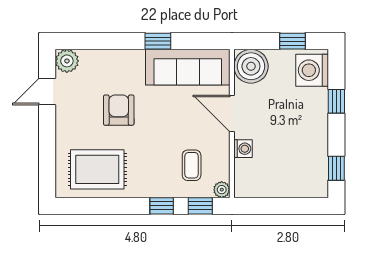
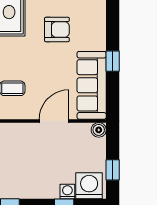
boiler: (251, 66) -> (99, 130), width x0.54, depth x0.54
washing machine: (243, 149) -> (67, 191), moved, turned 180

